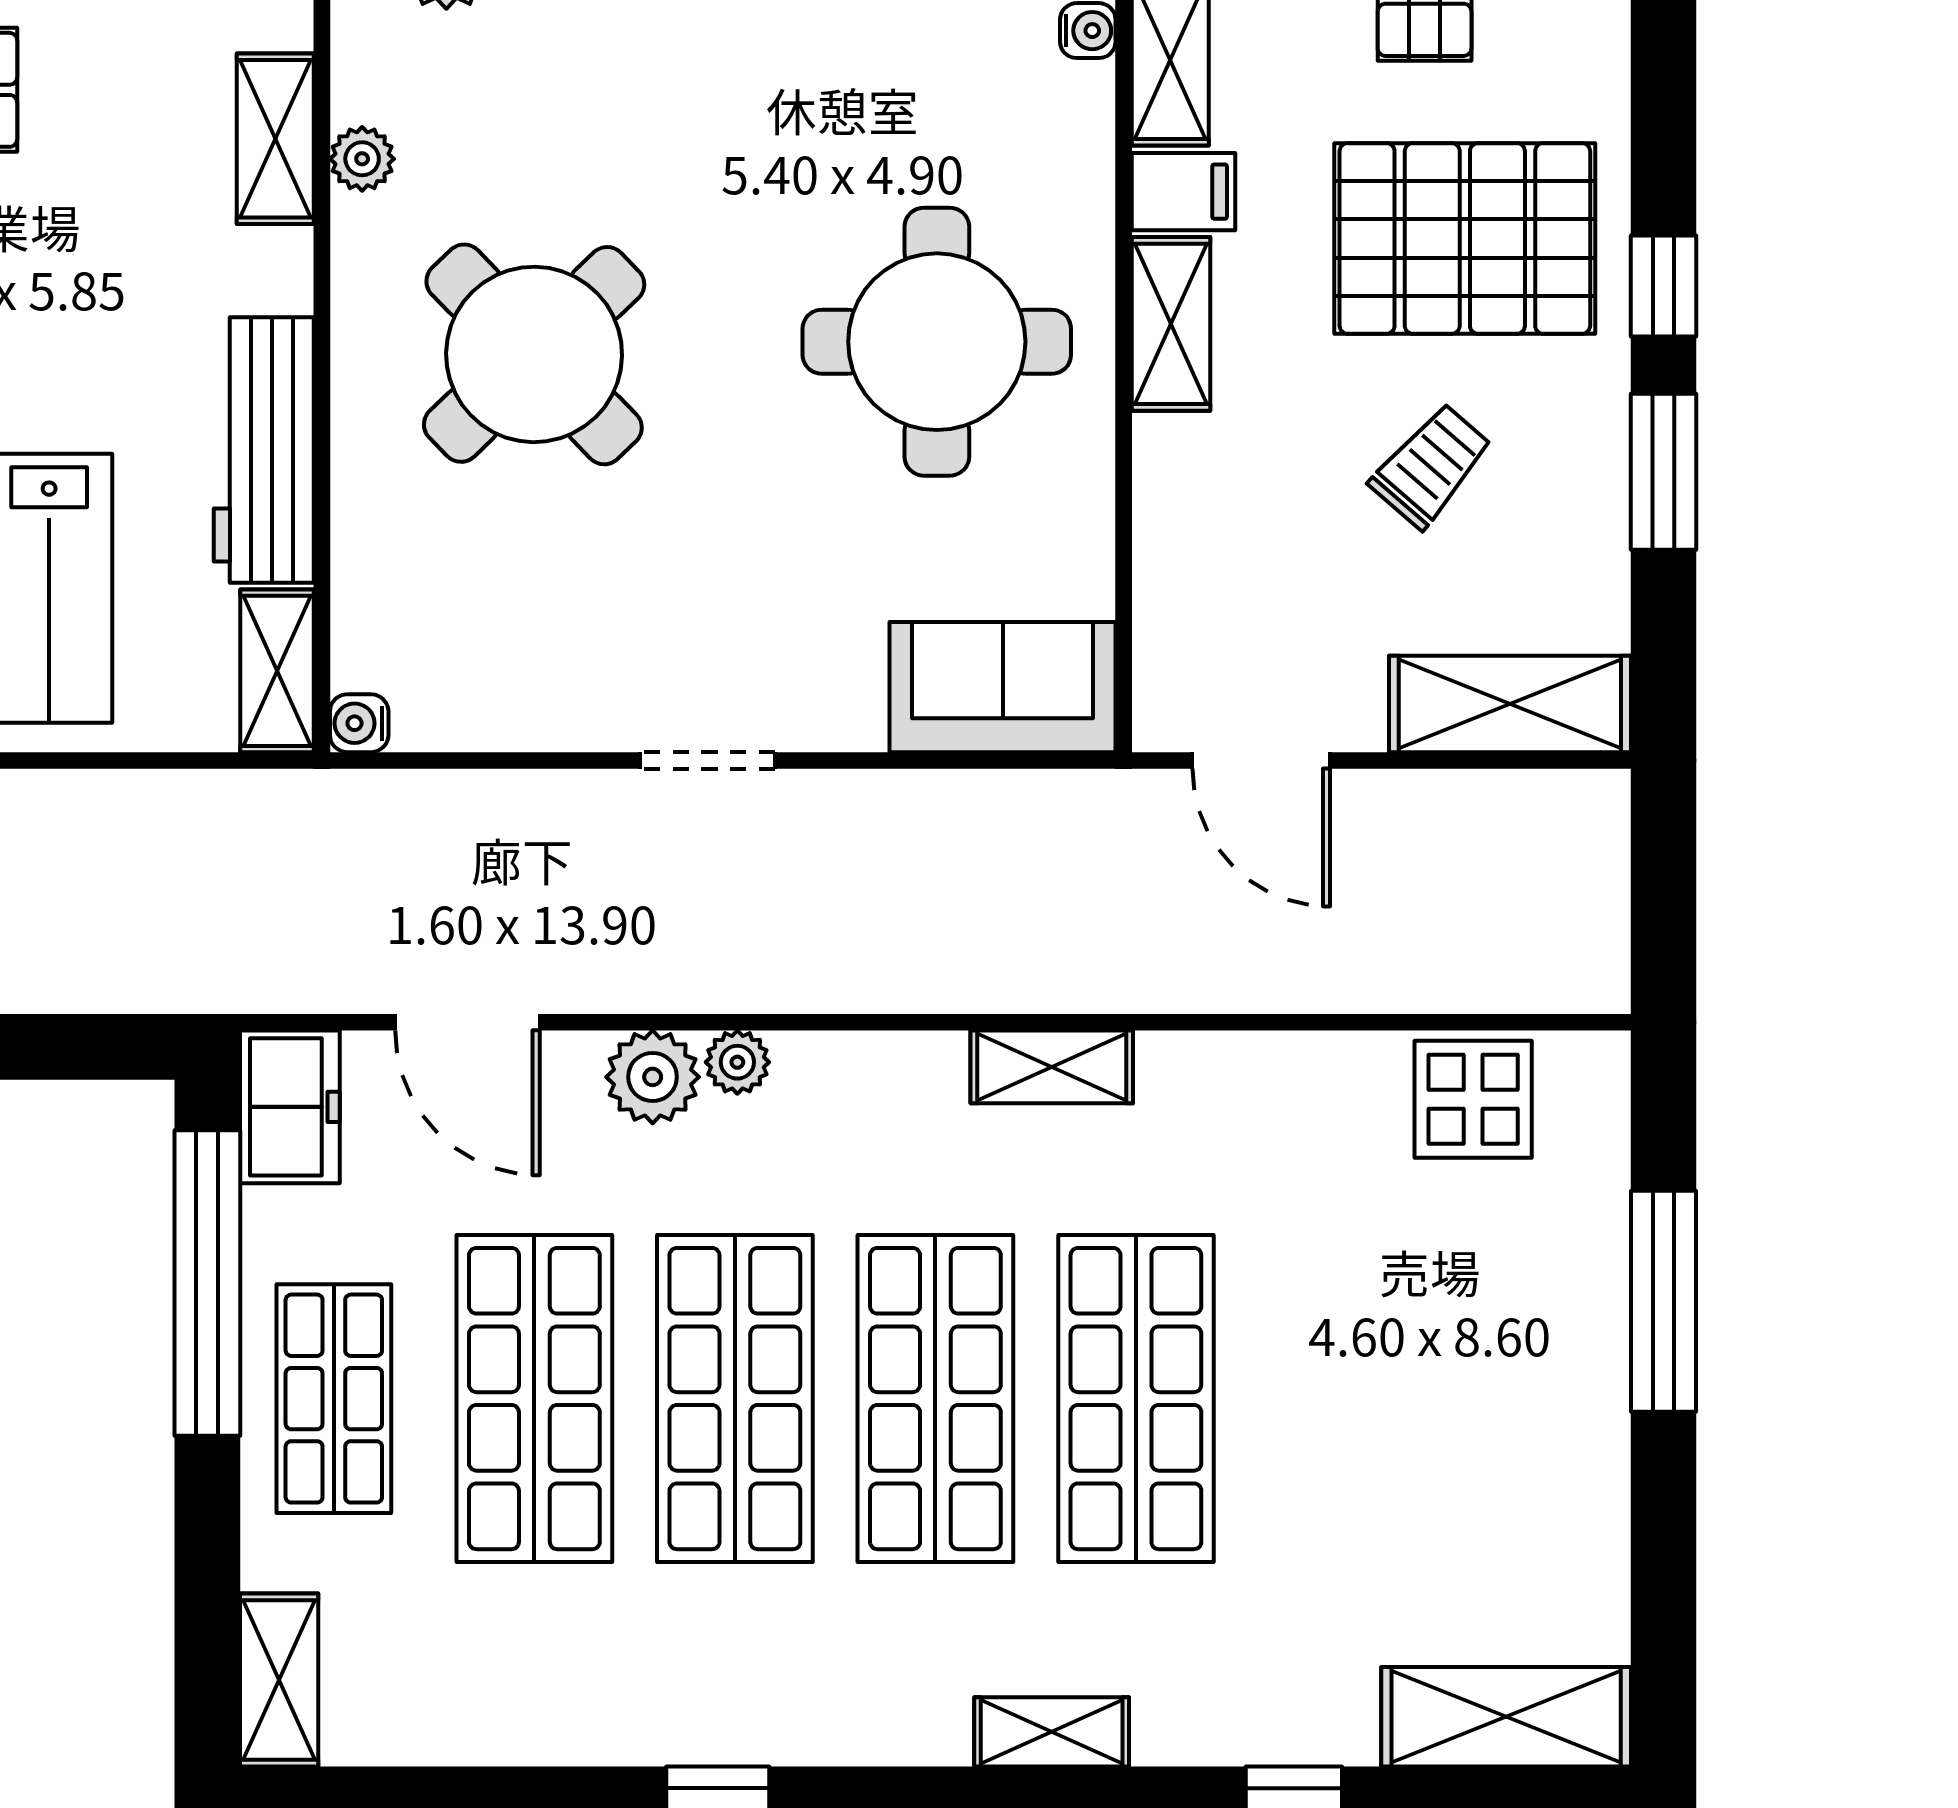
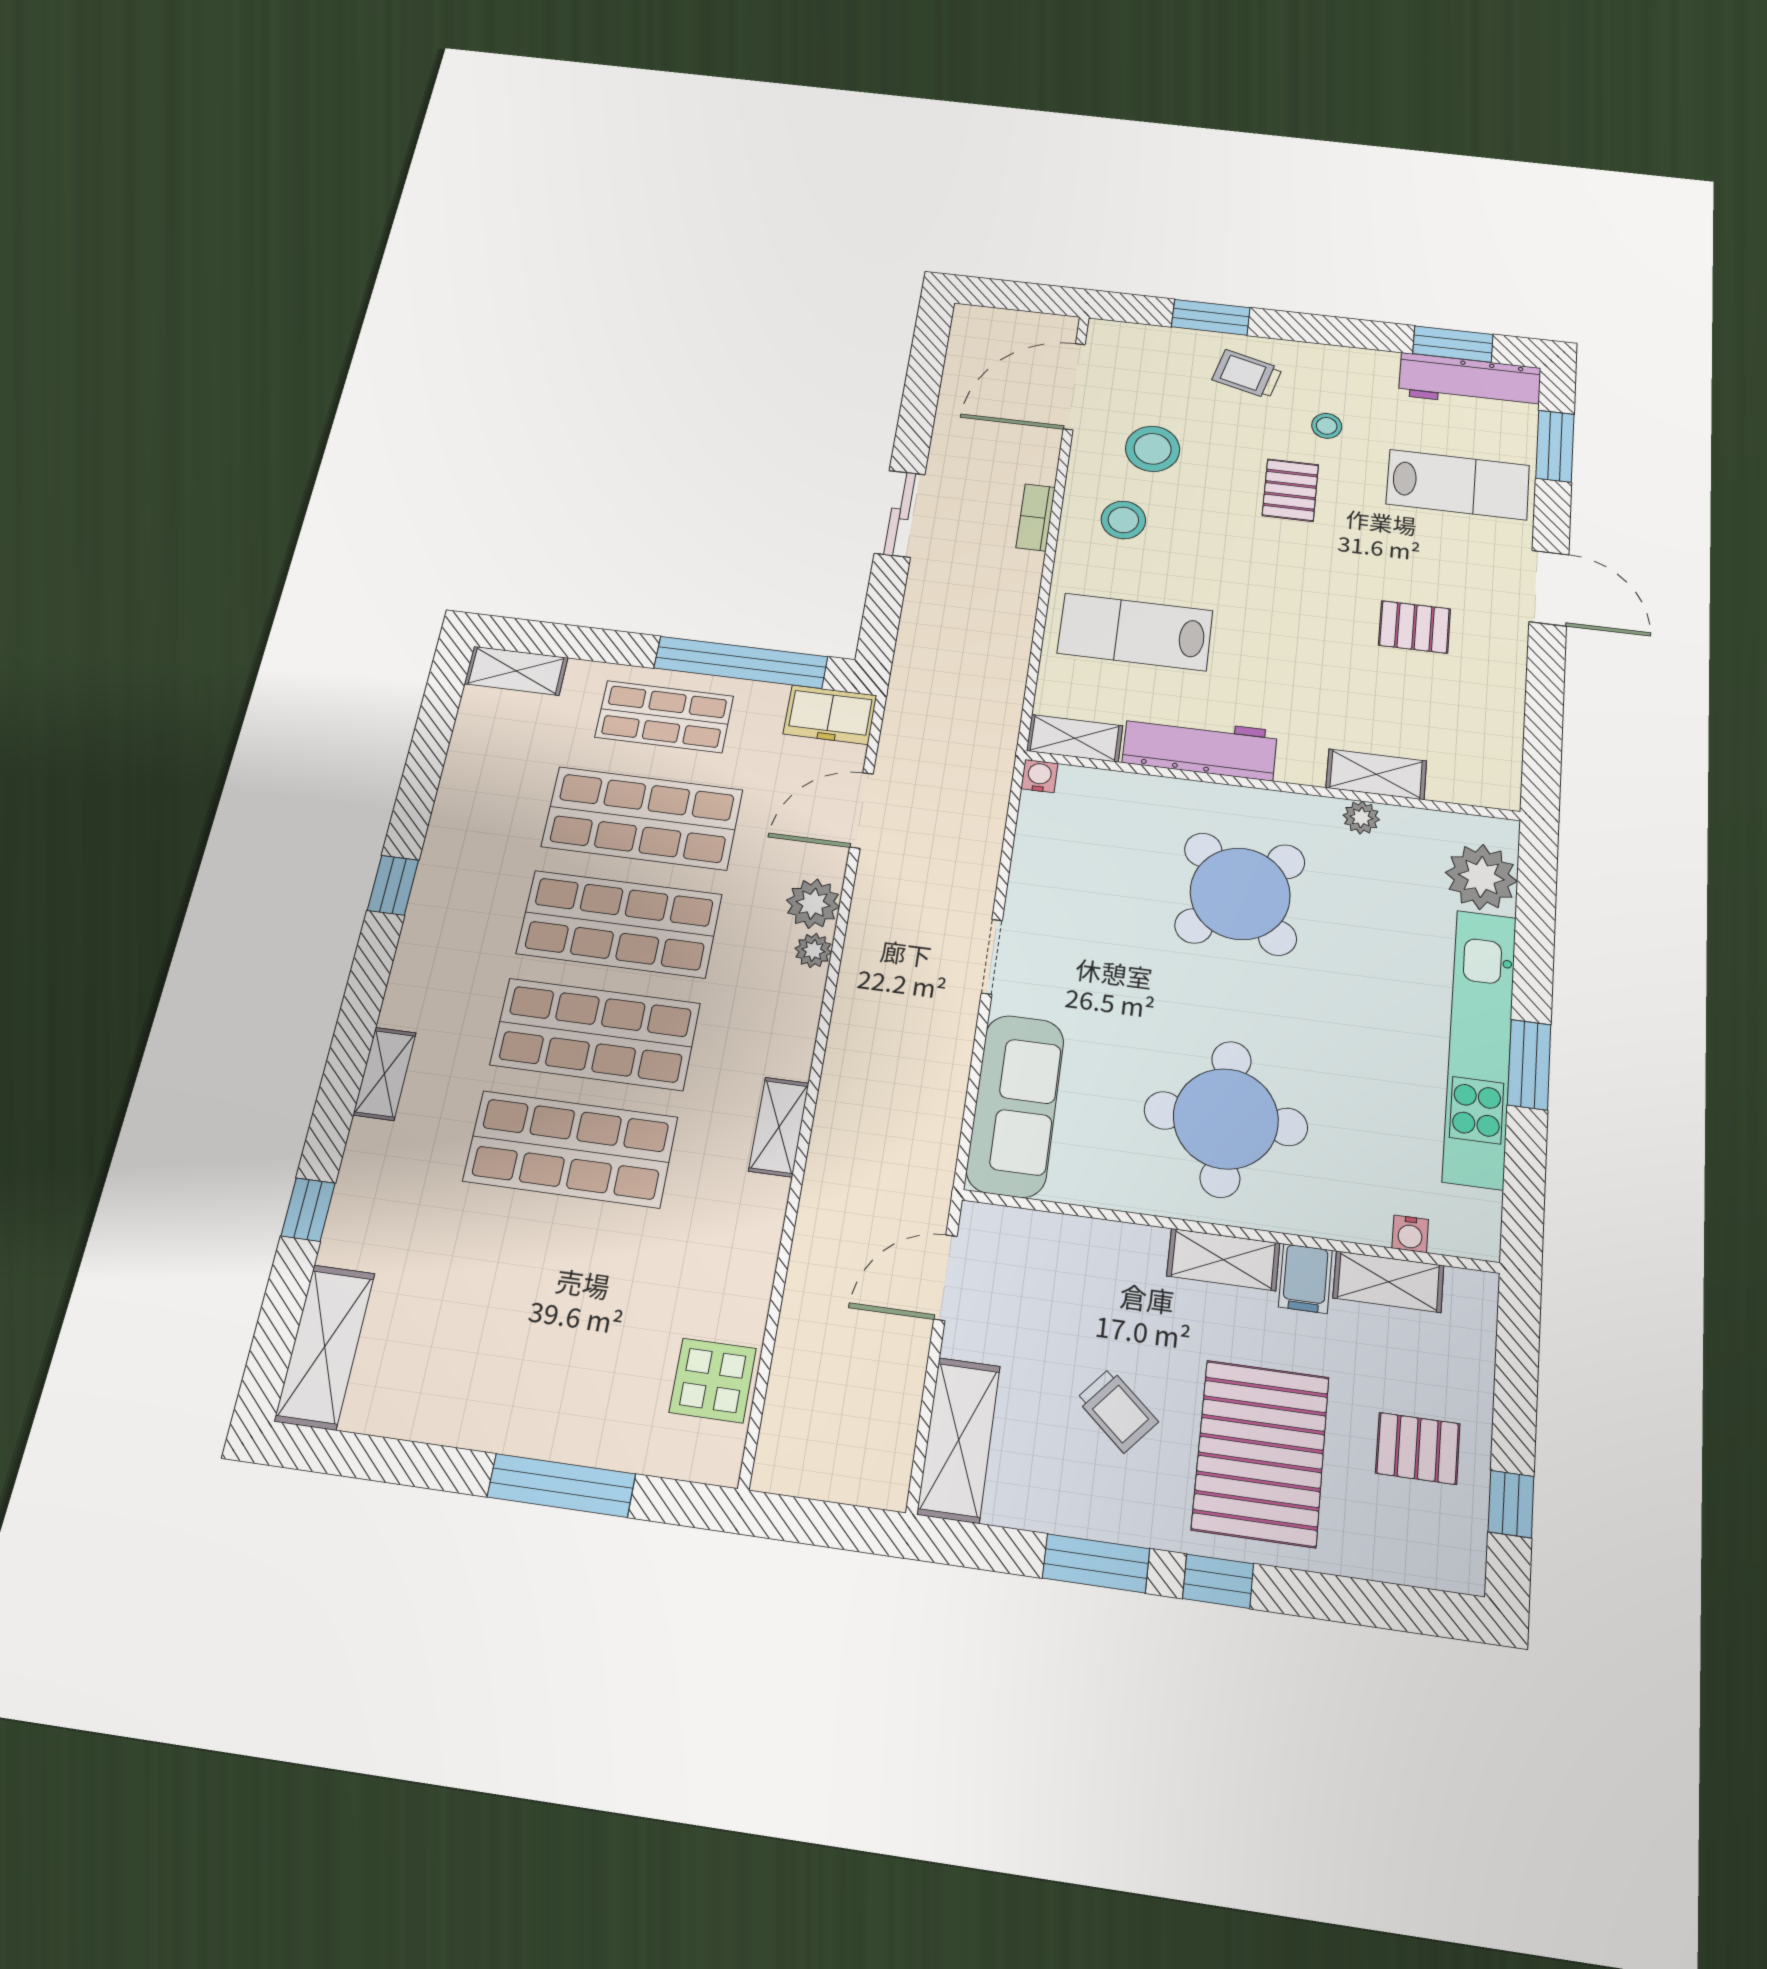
sofa: (1003, 687) -> (1015, 1105), width x1.36

